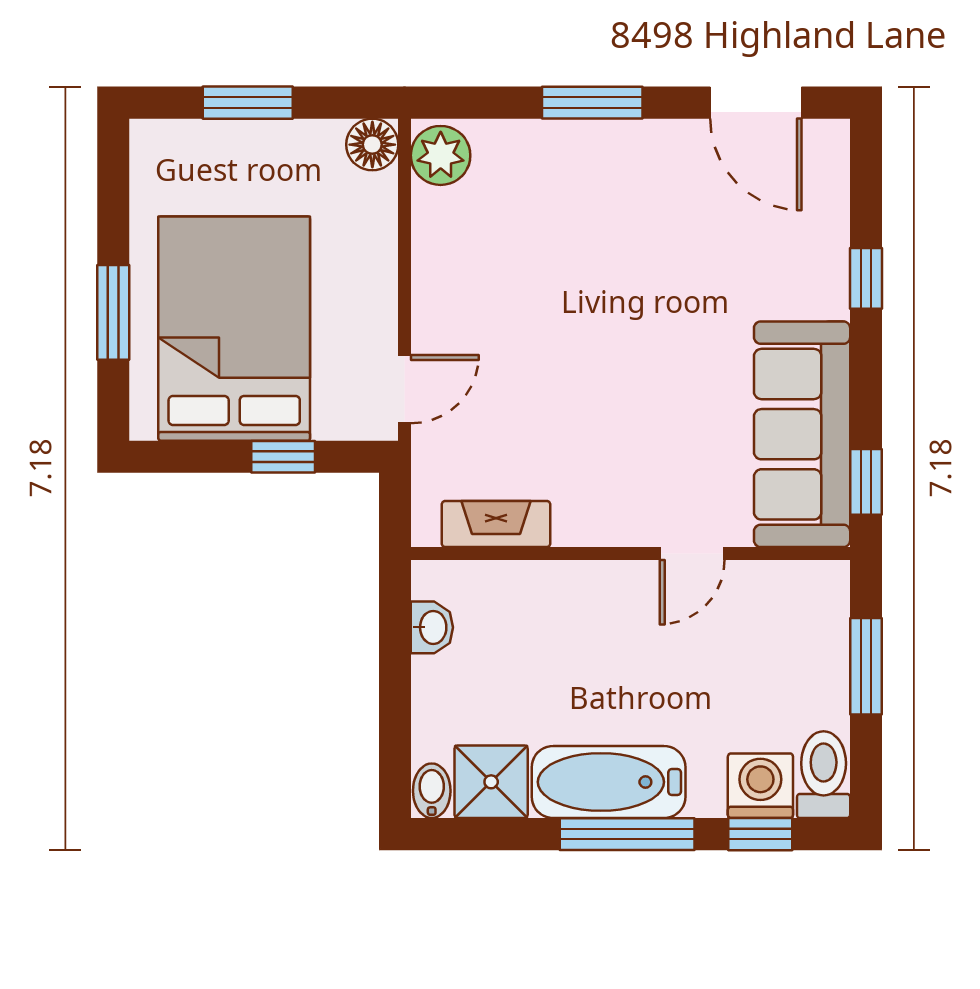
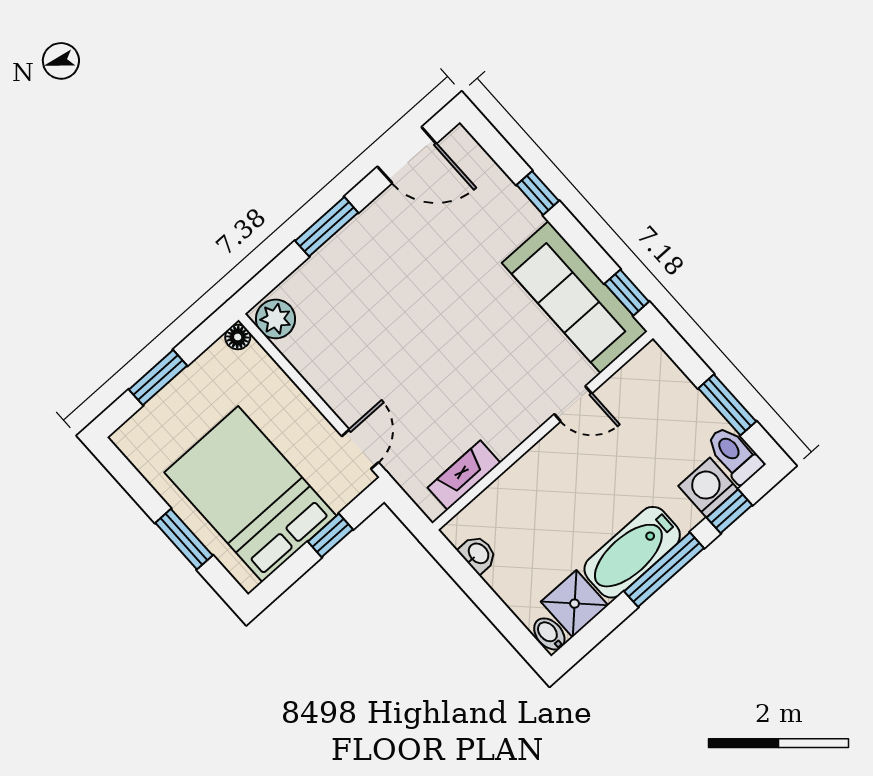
floor lamp: (372, 145) -> (238, 337), width x0.73, depth x0.73
door: (692, 553) -> (573, 404), hinge flipped
window: (866, 666) -> (727, 405), moved

